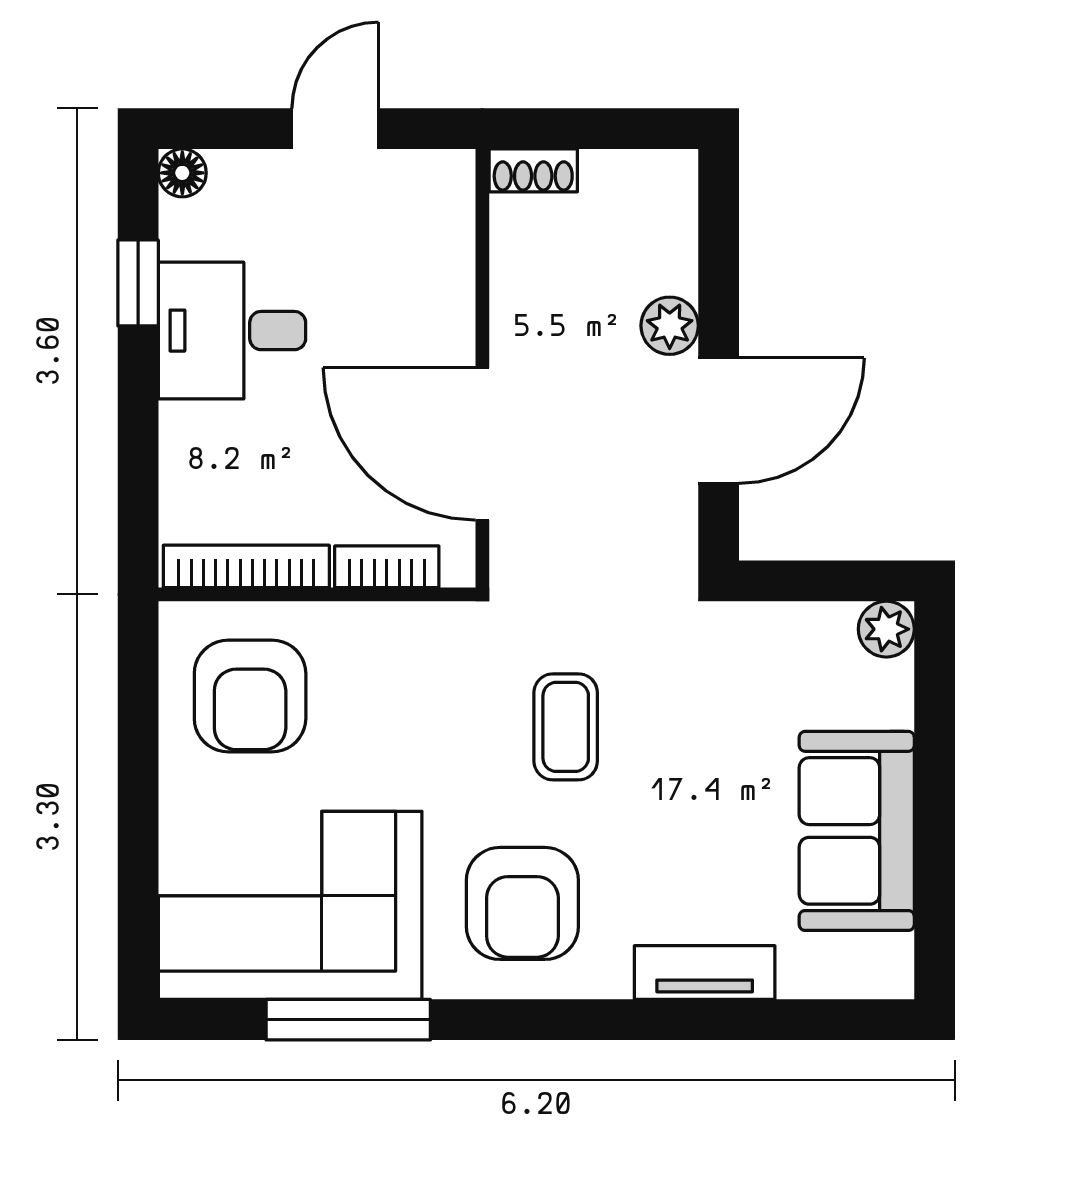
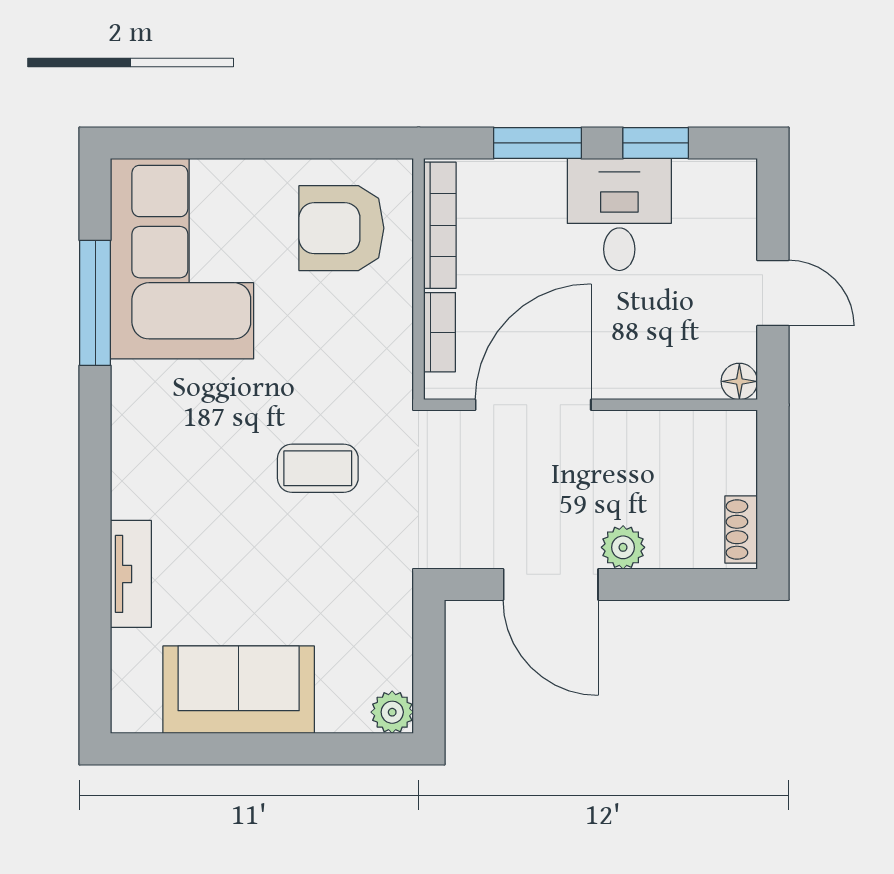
shoe rack: (533, 170) -> (741, 529), moved
floor lamp: (182, 173) -> (739, 381), moved
window: (138, 438) -> (537, 143), added
armchair: (522, 903) -> (184, 435), removed

